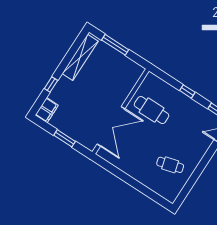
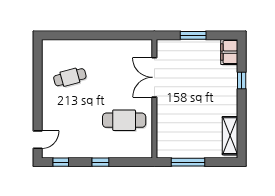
window: (115, 45) -> (188, 162), moved
shelving: (80, 57) -> (230, 136), width x0.68
double door: (111, 126) -> (154, 77), width x0.73

